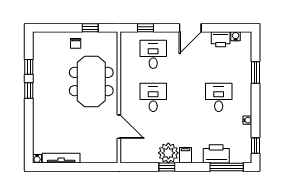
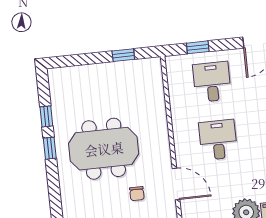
chair: (76, 43) -> (137, 194), moved
meeting table: (91, 82) -> (104, 149), moved, turned 90

